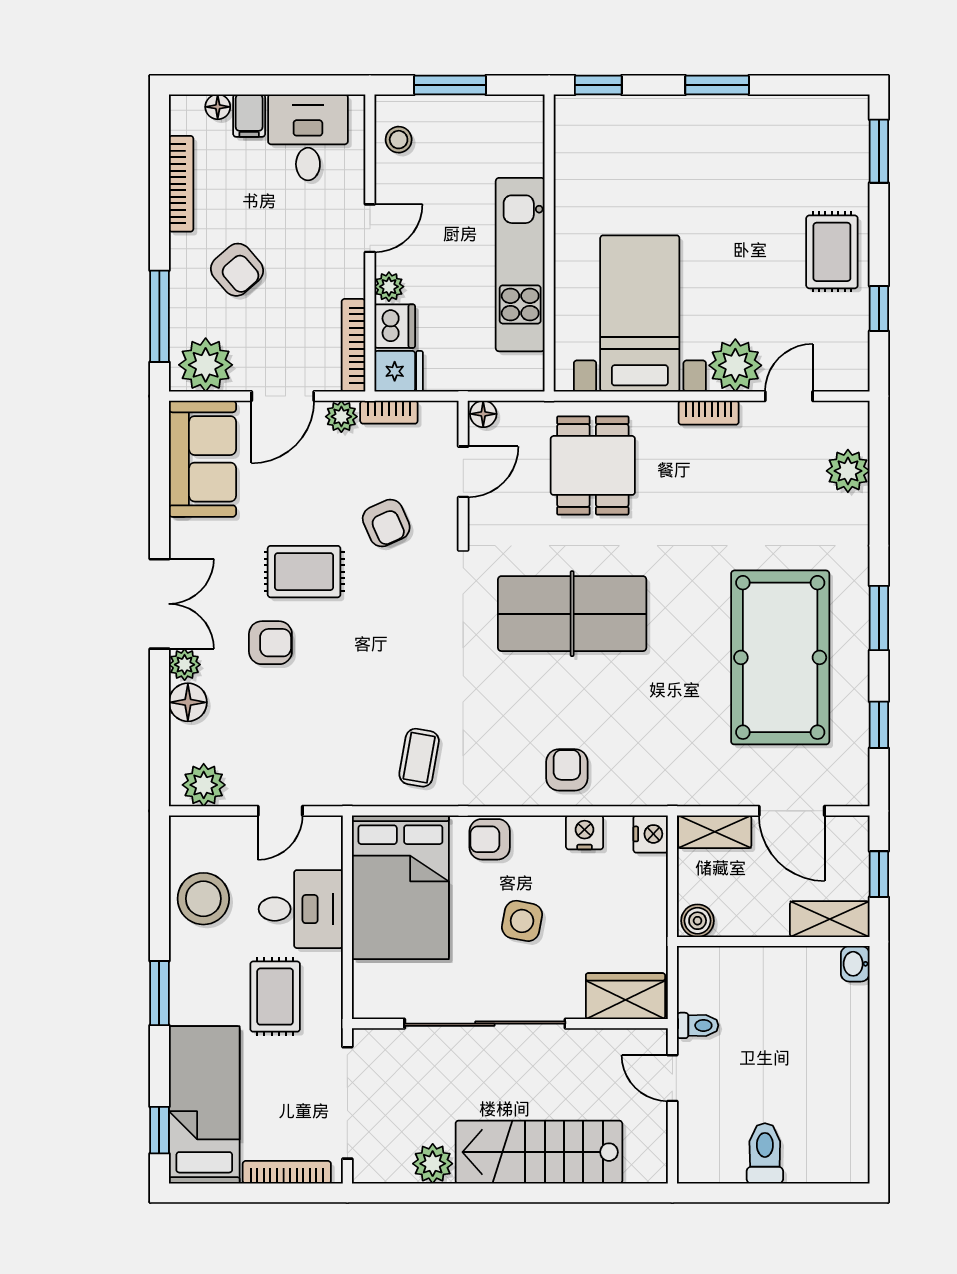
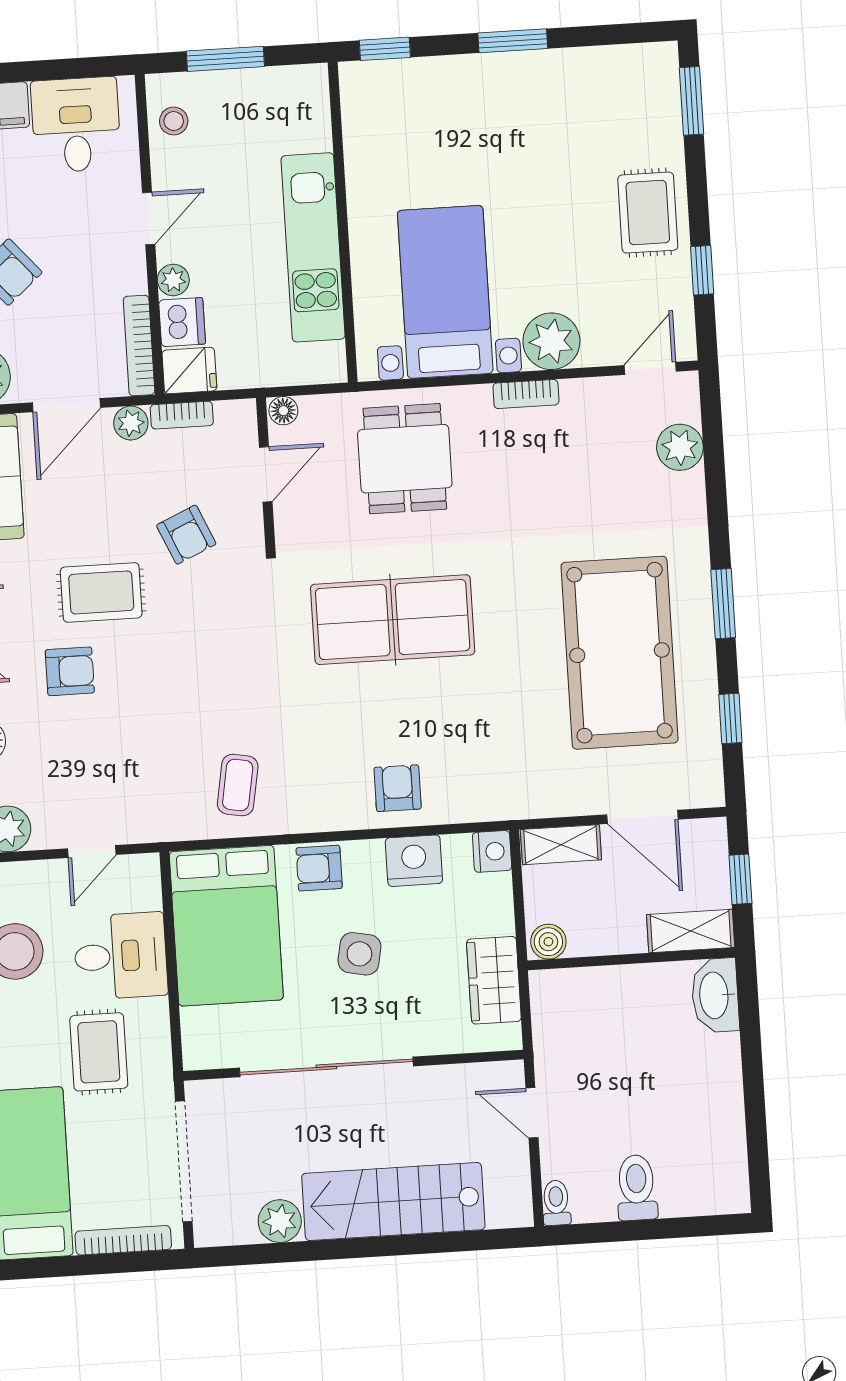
door: (789, 396) -> (650, 368), moved
nightstand: (585, 832) -> (414, 861), width x1.36, depth x1.33
washbasin: (855, 964) -> (715, 995), width x1.91, depth x1.45
wardrobe: (625, 996) -> (494, 980), moved, turned -90
toilet: (698, 1025) -> (556, 1203), moved, turned -90

